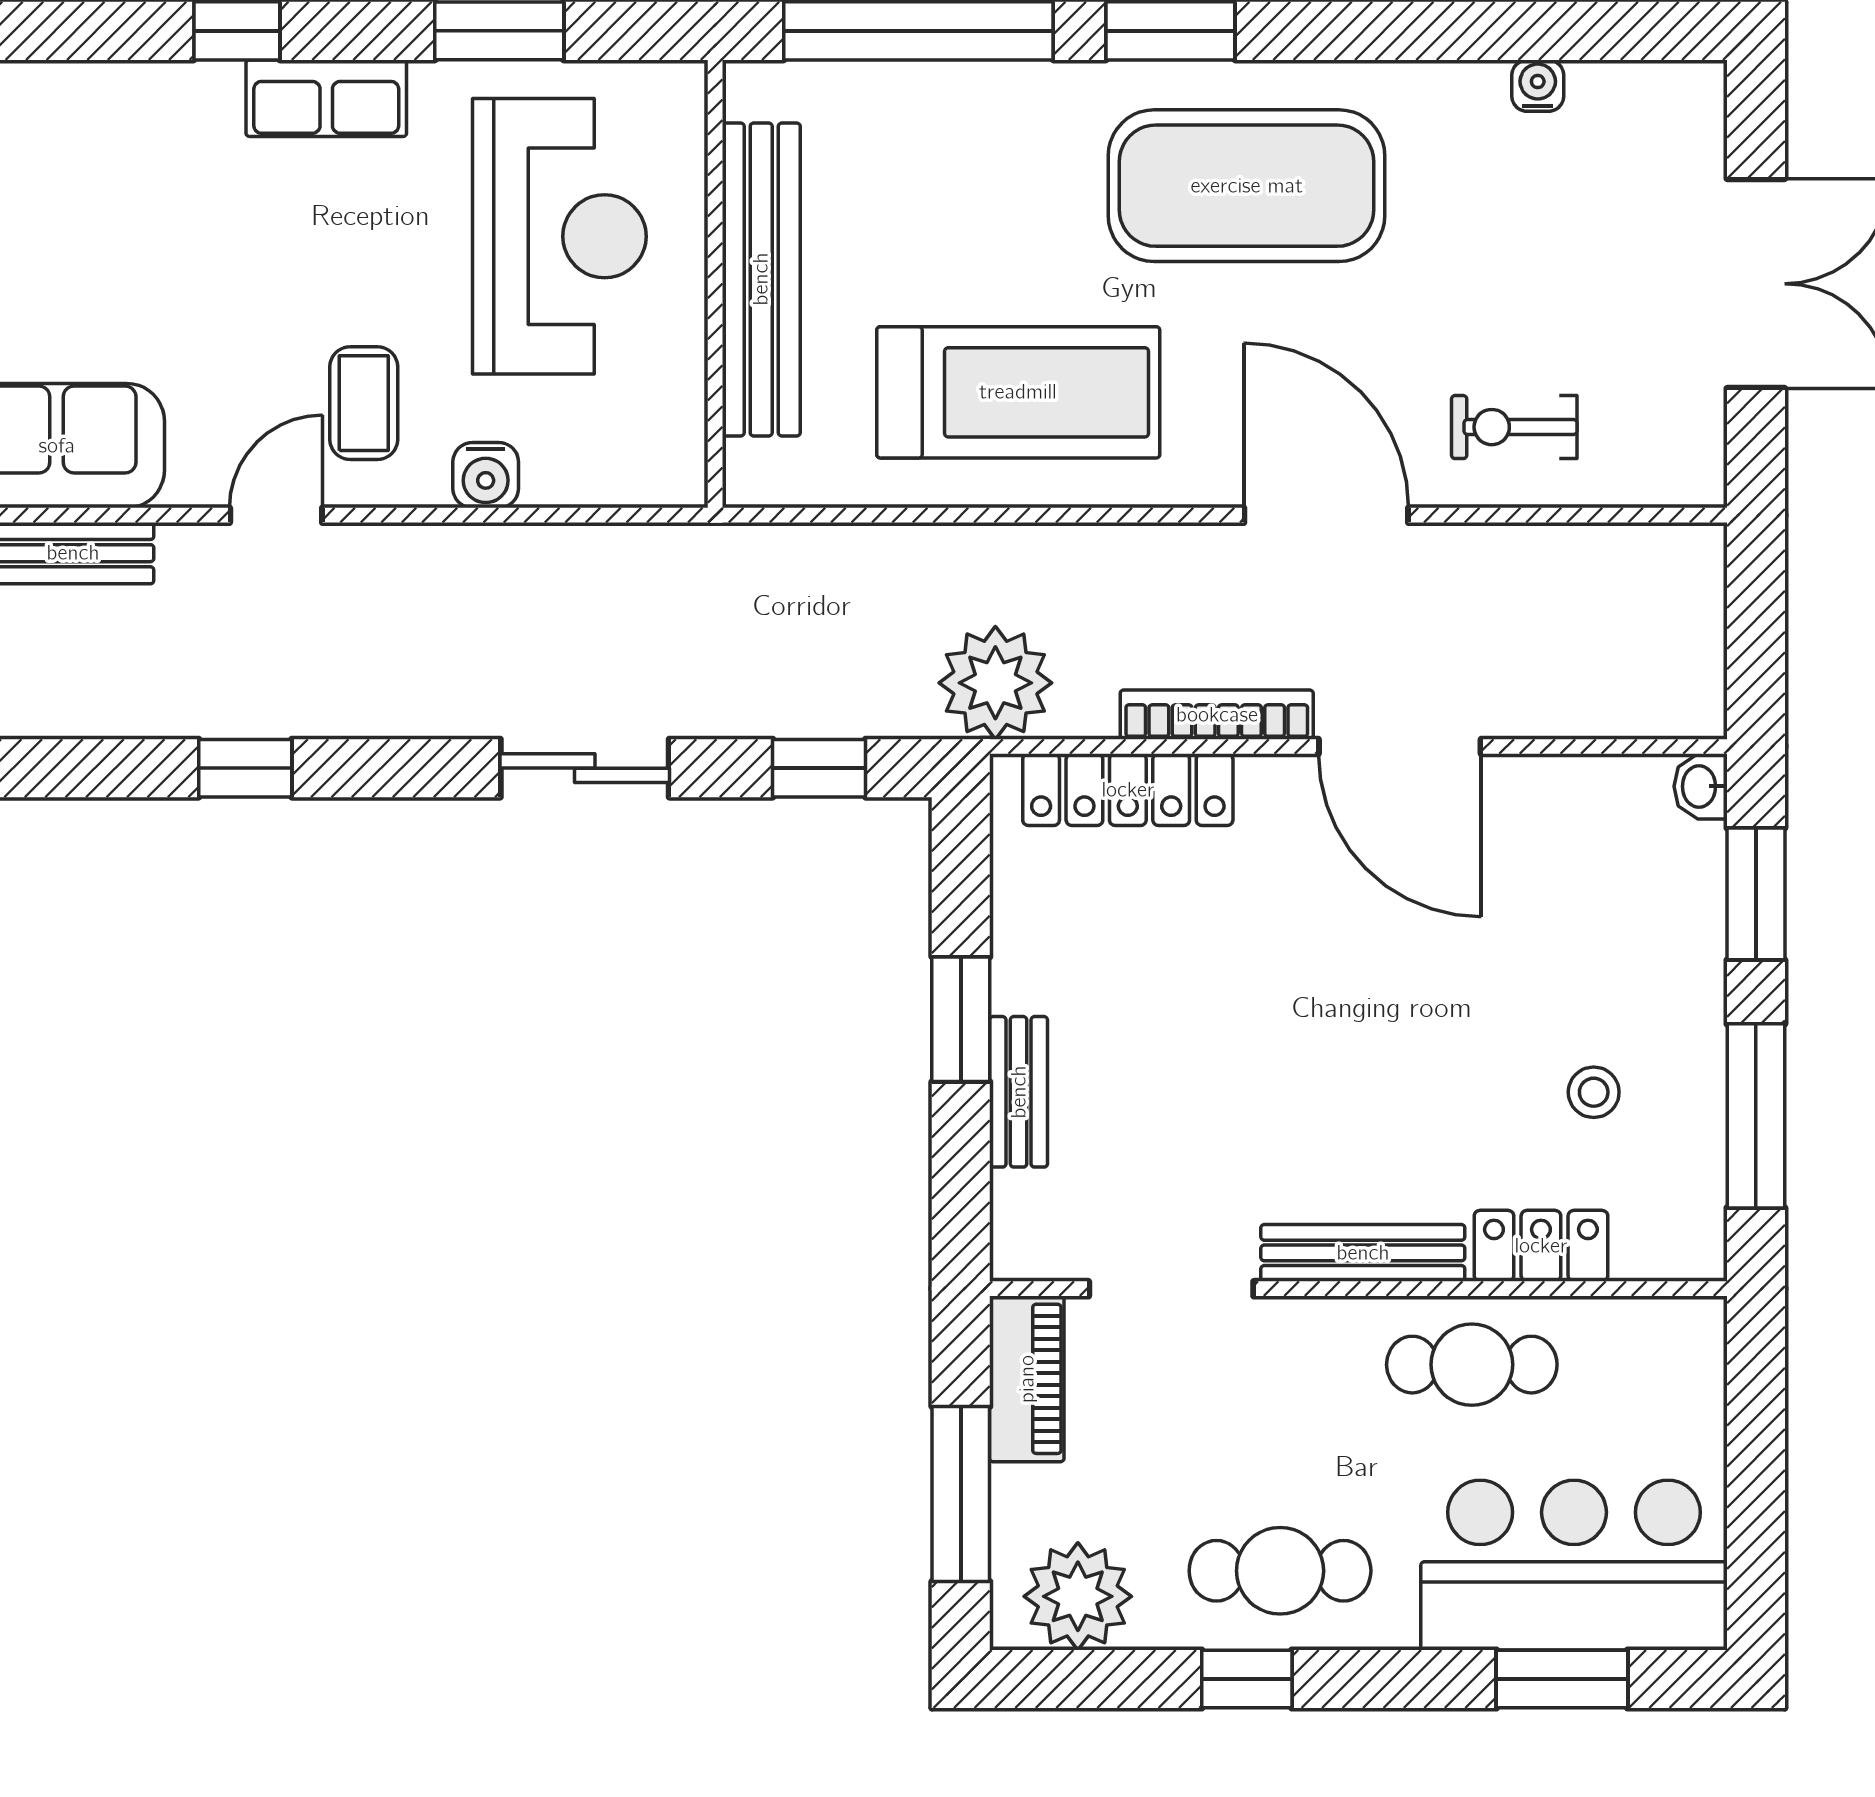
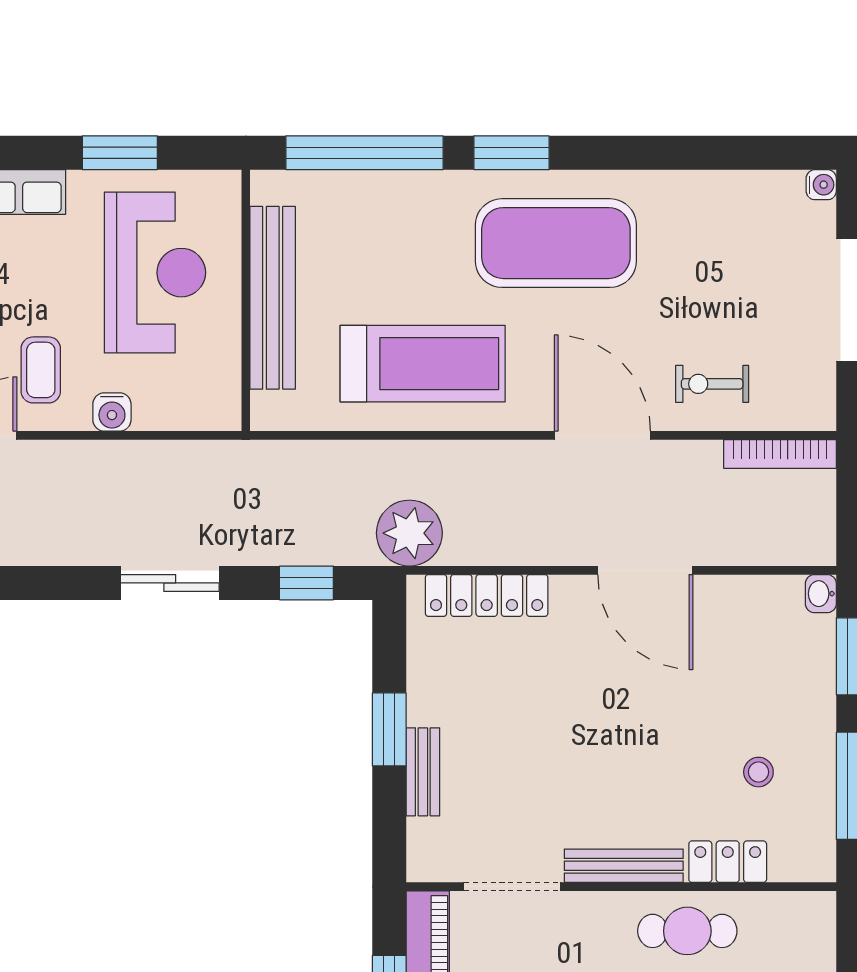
water cooler: (1538, 86) -> (821, 185), moved, turned 90
bookcase: (1217, 715) -> (780, 454), moved, turned 180

